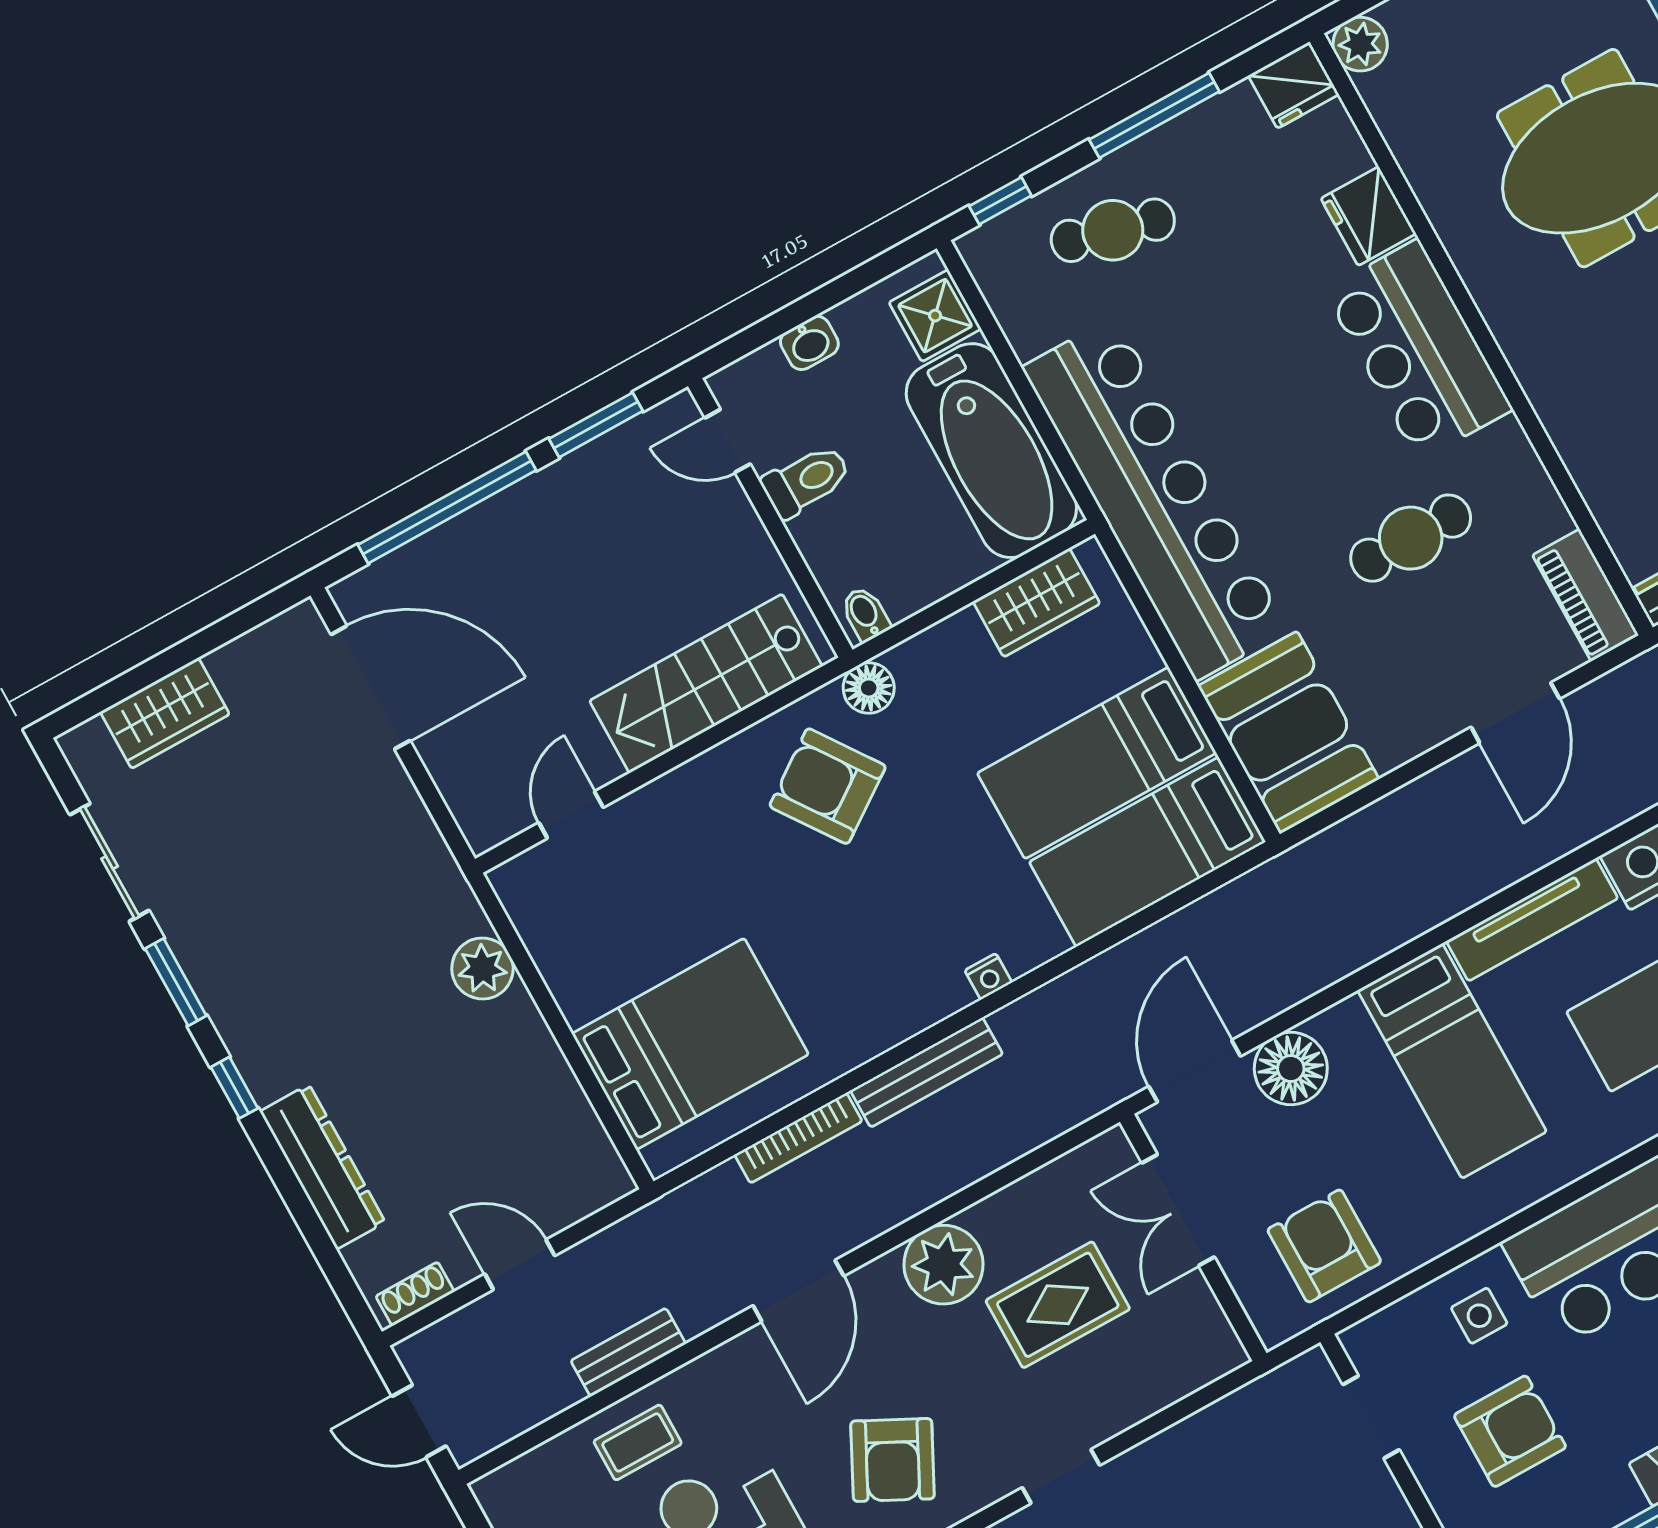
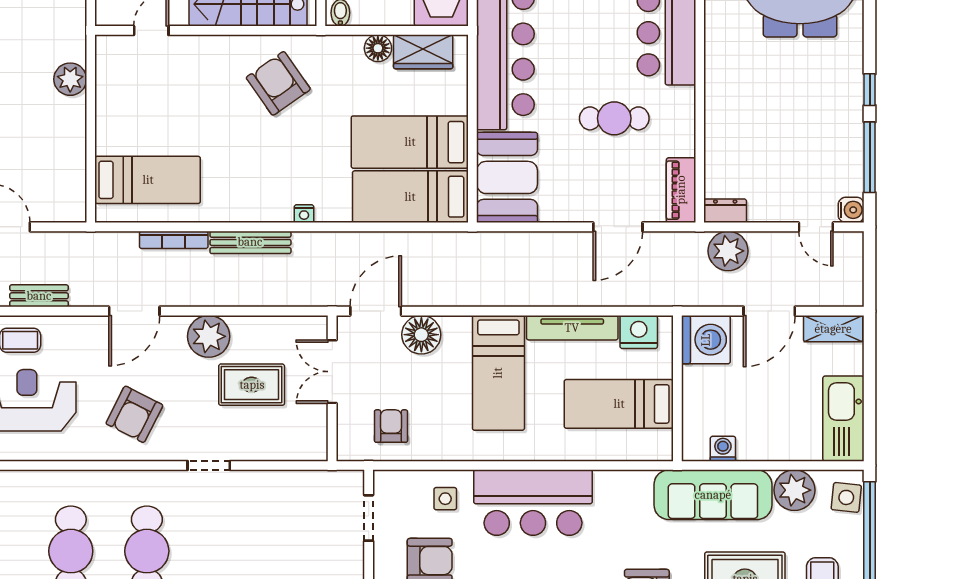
floor lamp: (869, 688) -> (378, 48), moved
bed: (690, 1044) -> (148, 180), width x0.67
armchair: (1324, 1246) -> (391, 426), width x0.72, depth x0.72

